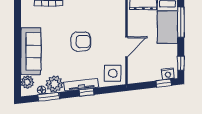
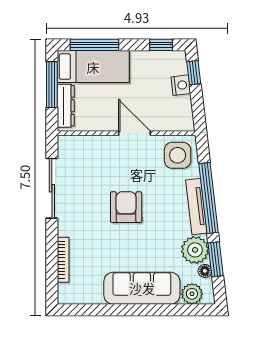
nightstand: (168, 74) -> (181, 85), moved
window: (86, 92) -> (208, 198), width x3.17

